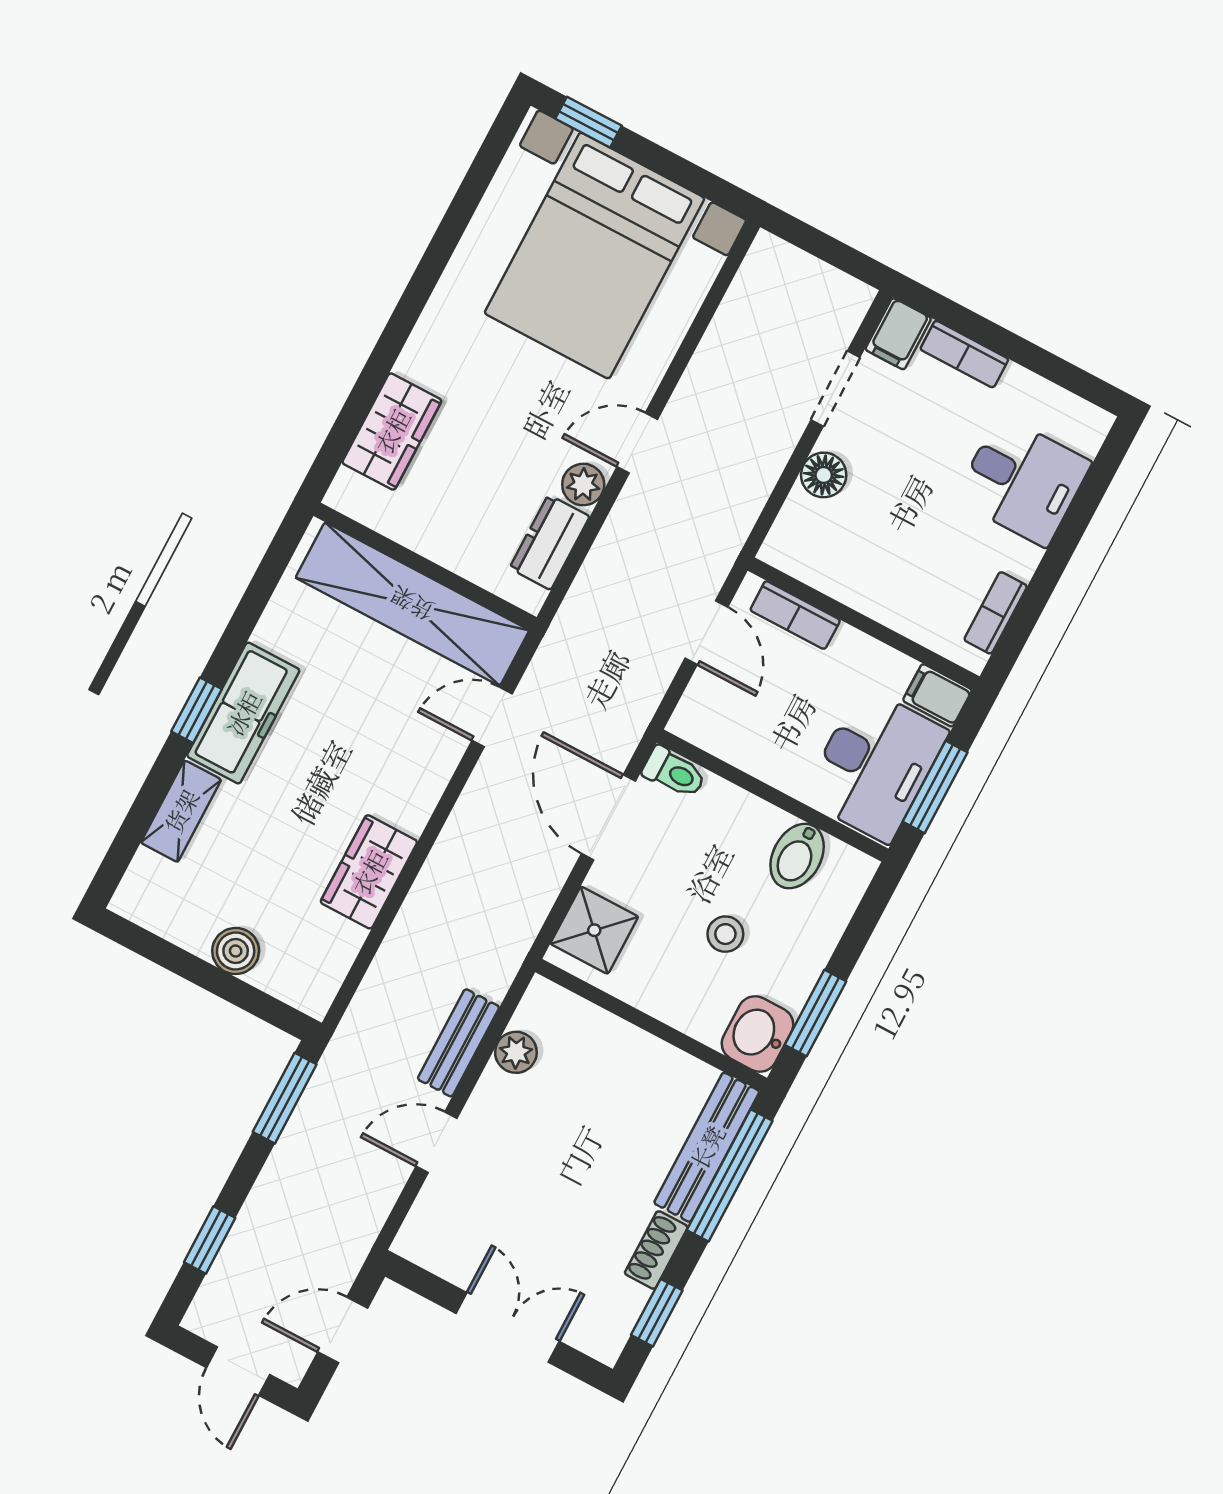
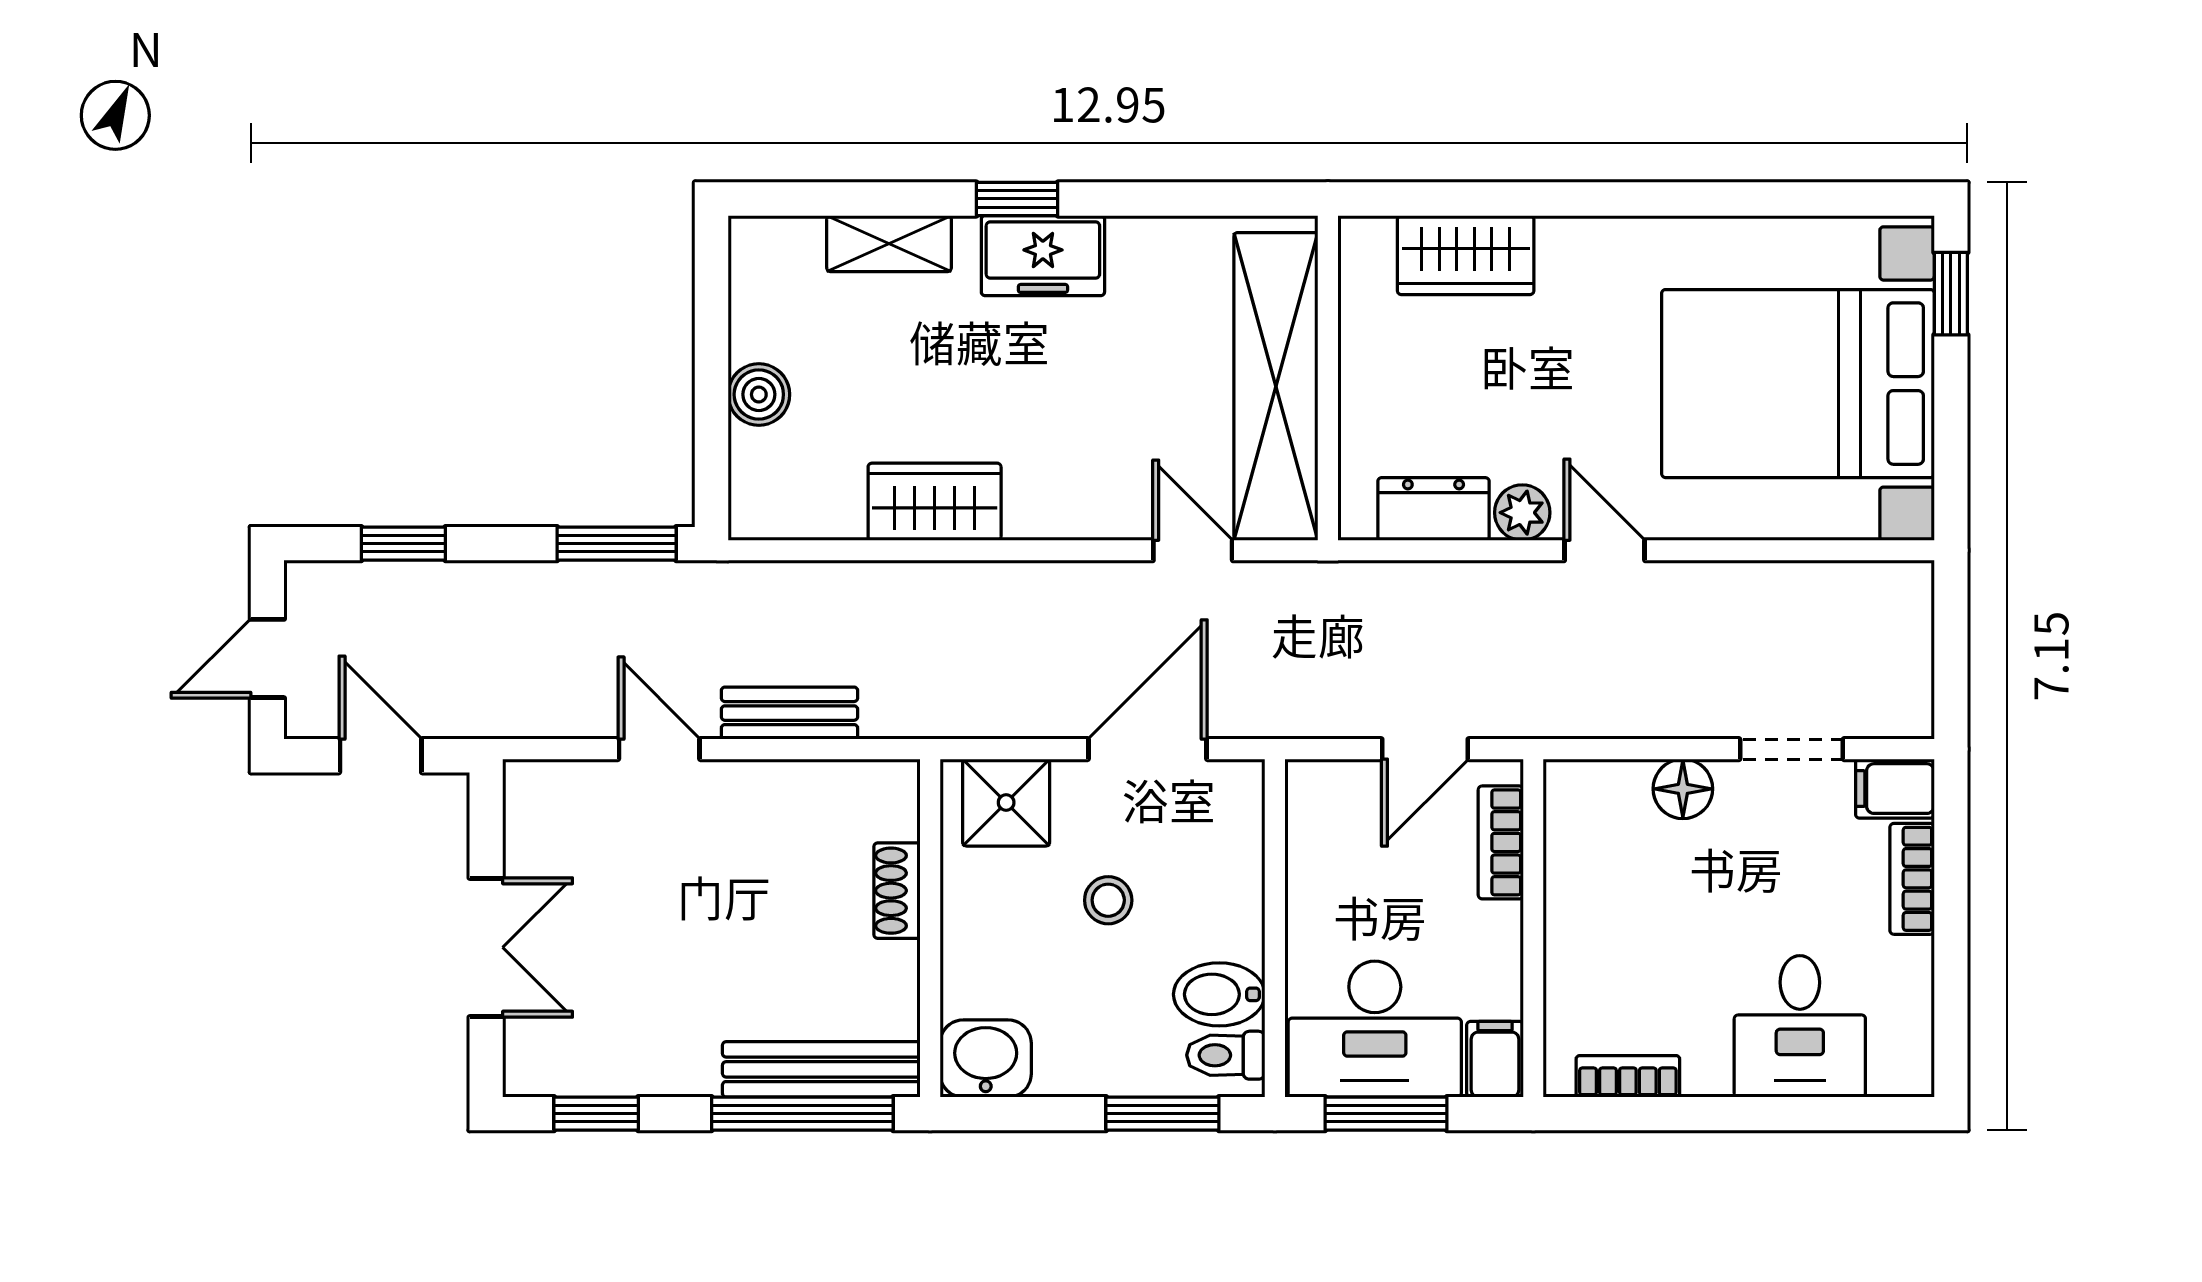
freezer: (243, 713) -> (1043, 256), width x0.71
toilet: (674, 772) -> (1226, 1055), moved, turned 90
stool: (725, 934) -> (1108, 900), moved
window: (816, 1013) -> (1162, 1114), moved
plant: (516, 1052) -> (814, 786), removed
shoe rack: (656, 1250) -> (897, 891), moved, turned -90

